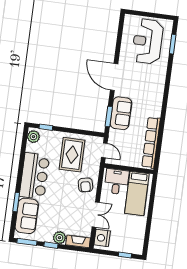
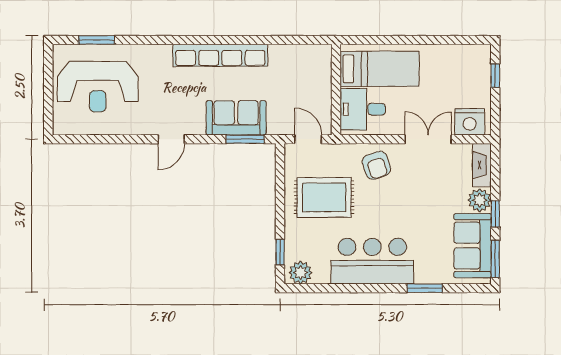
door: (114, 77) -> (171, 139), width x0.53
row of seats: (151, 143) -> (220, 55), moved
door: (104, 150) -> (308, 139), hinge flipped
armchair: (85, 185) -> (376, 165), turned 84
sofa: (27, 216) -> (473, 246), moved, turned -90

